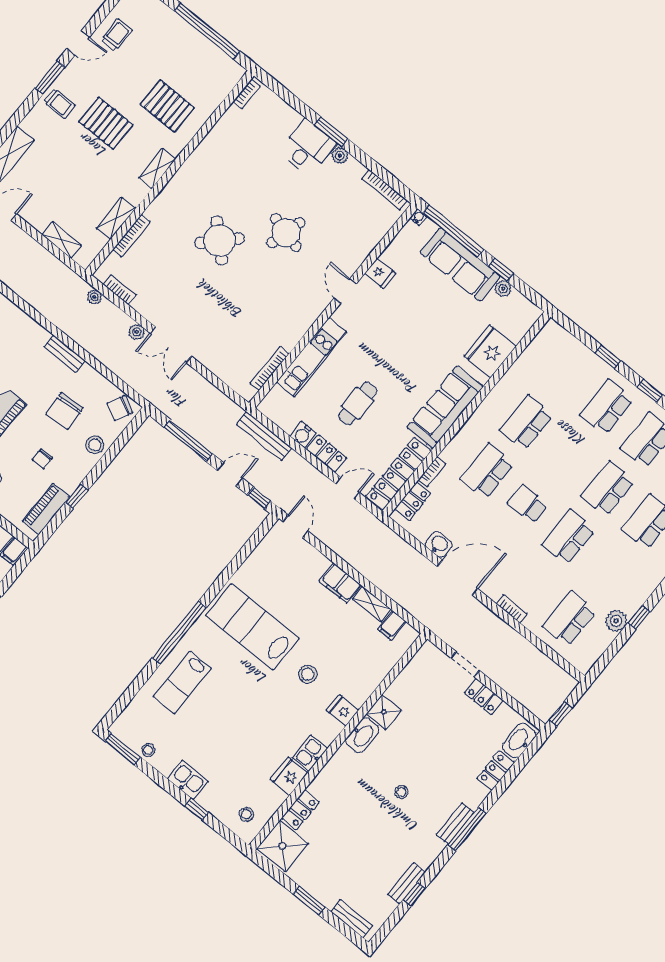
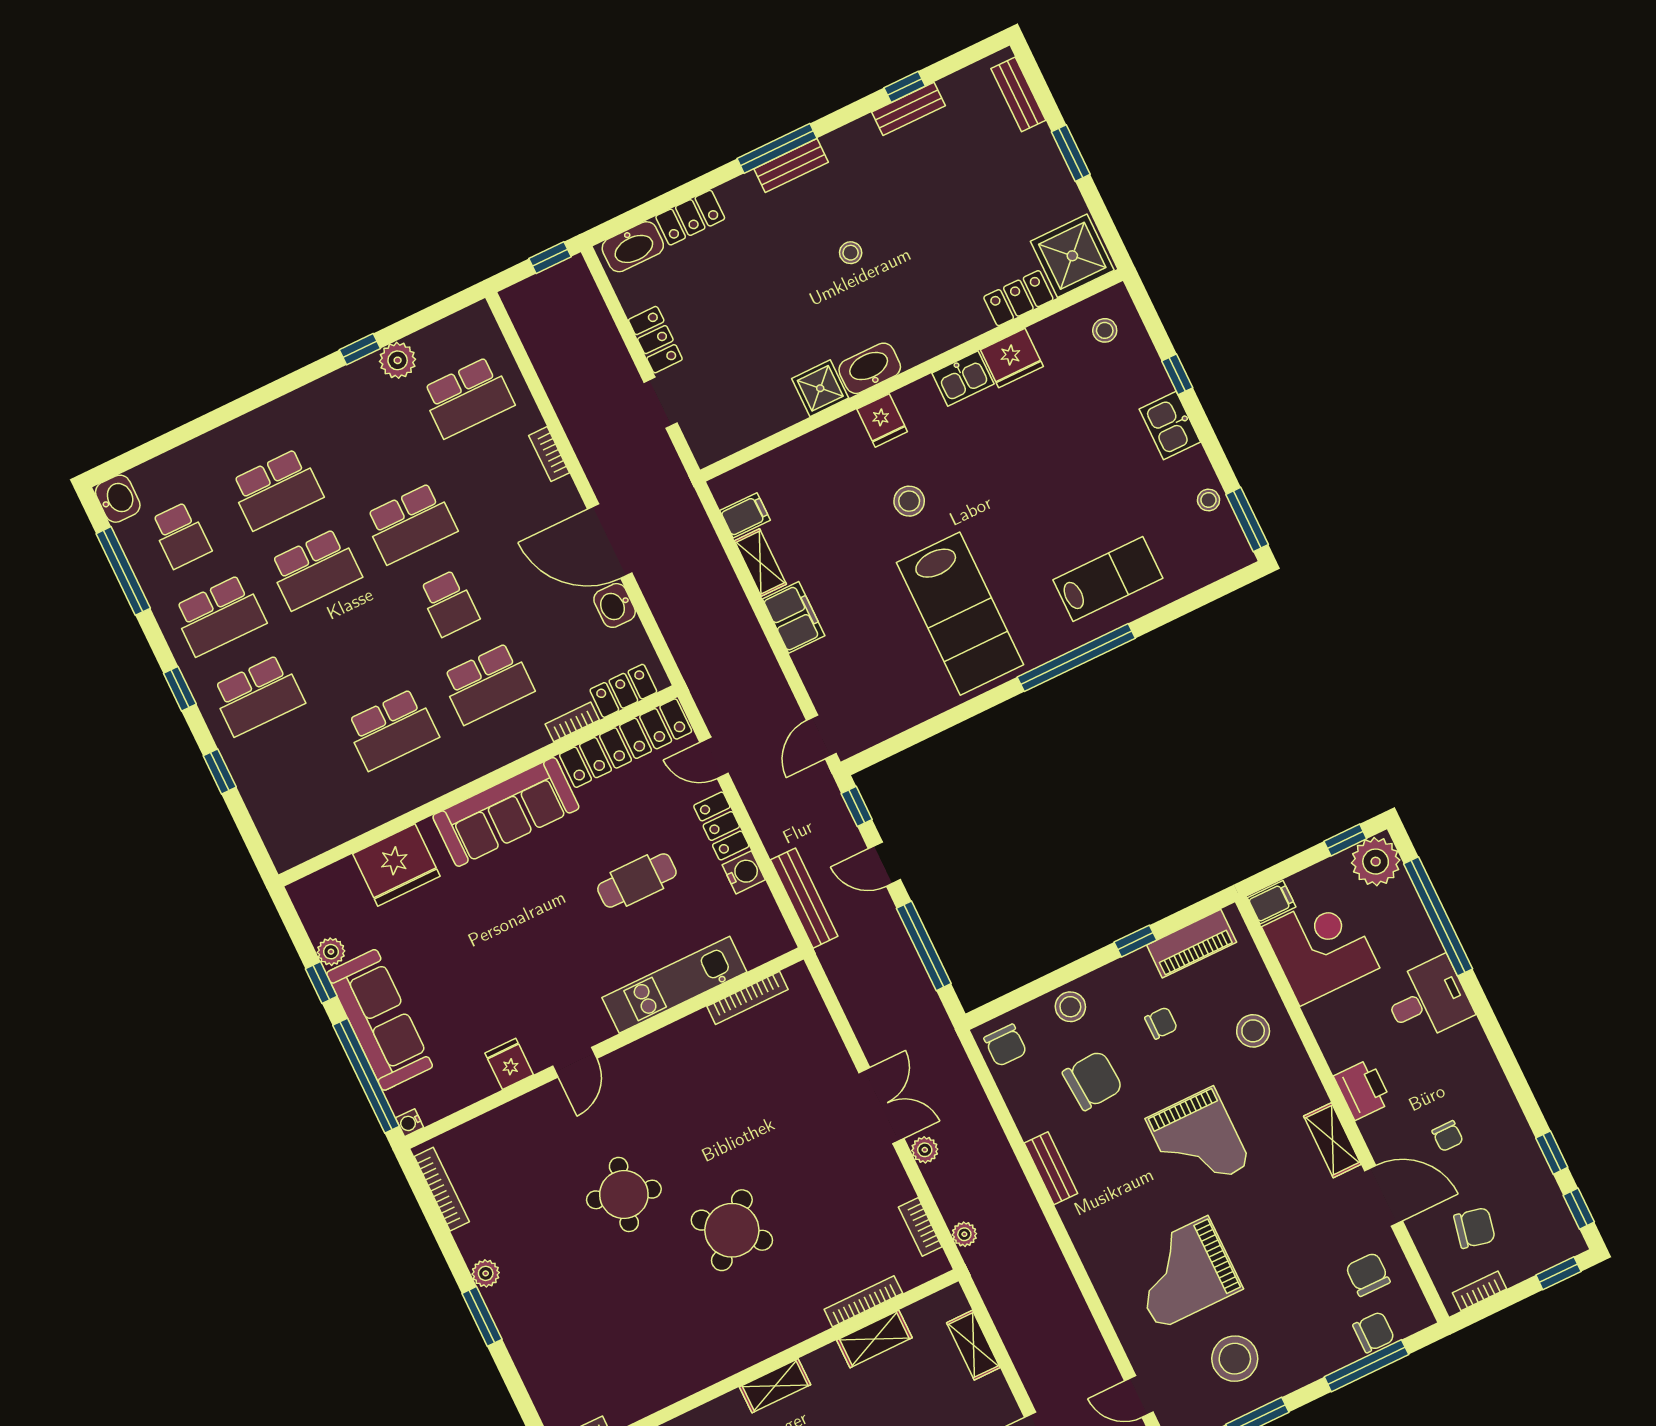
desk: (308, 148) -> (529, 1309), removed
chair: (120, 408) -> (1005, 1045), turned 63

